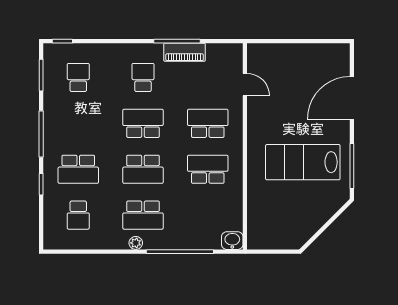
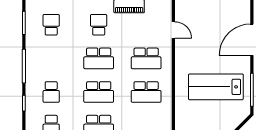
school desk: (143, 123) -> (99, 58), turned 180
school desk: (208, 123) -> (146, 58), turned 180
school desk: (78, 169) -> (51, 92), width x0.54
school desk: (208, 169) -> (146, 92), turned 180

